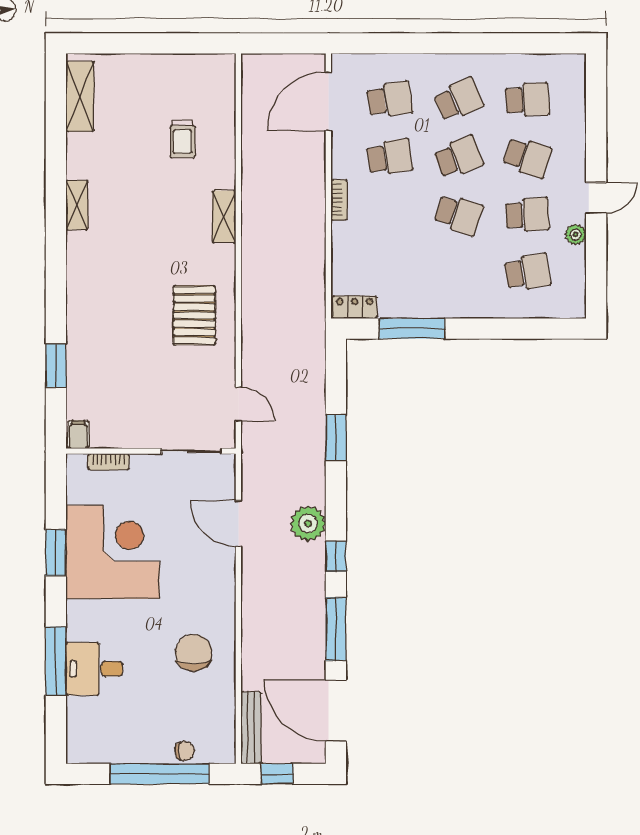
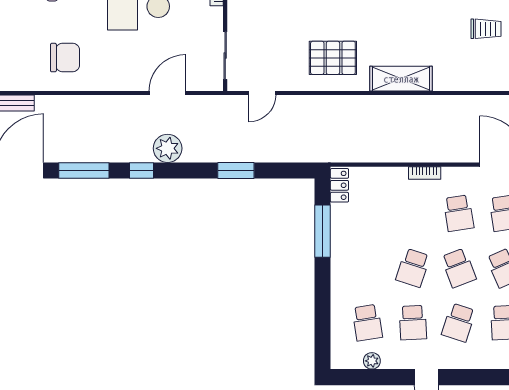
trolley: (182, 139) -> (486, 29), moved, turned 180
shelving: (224, 217) -> (401, 79), width x1.50, depth x1.33
plant: (576, 234) -> (372, 361), moved

